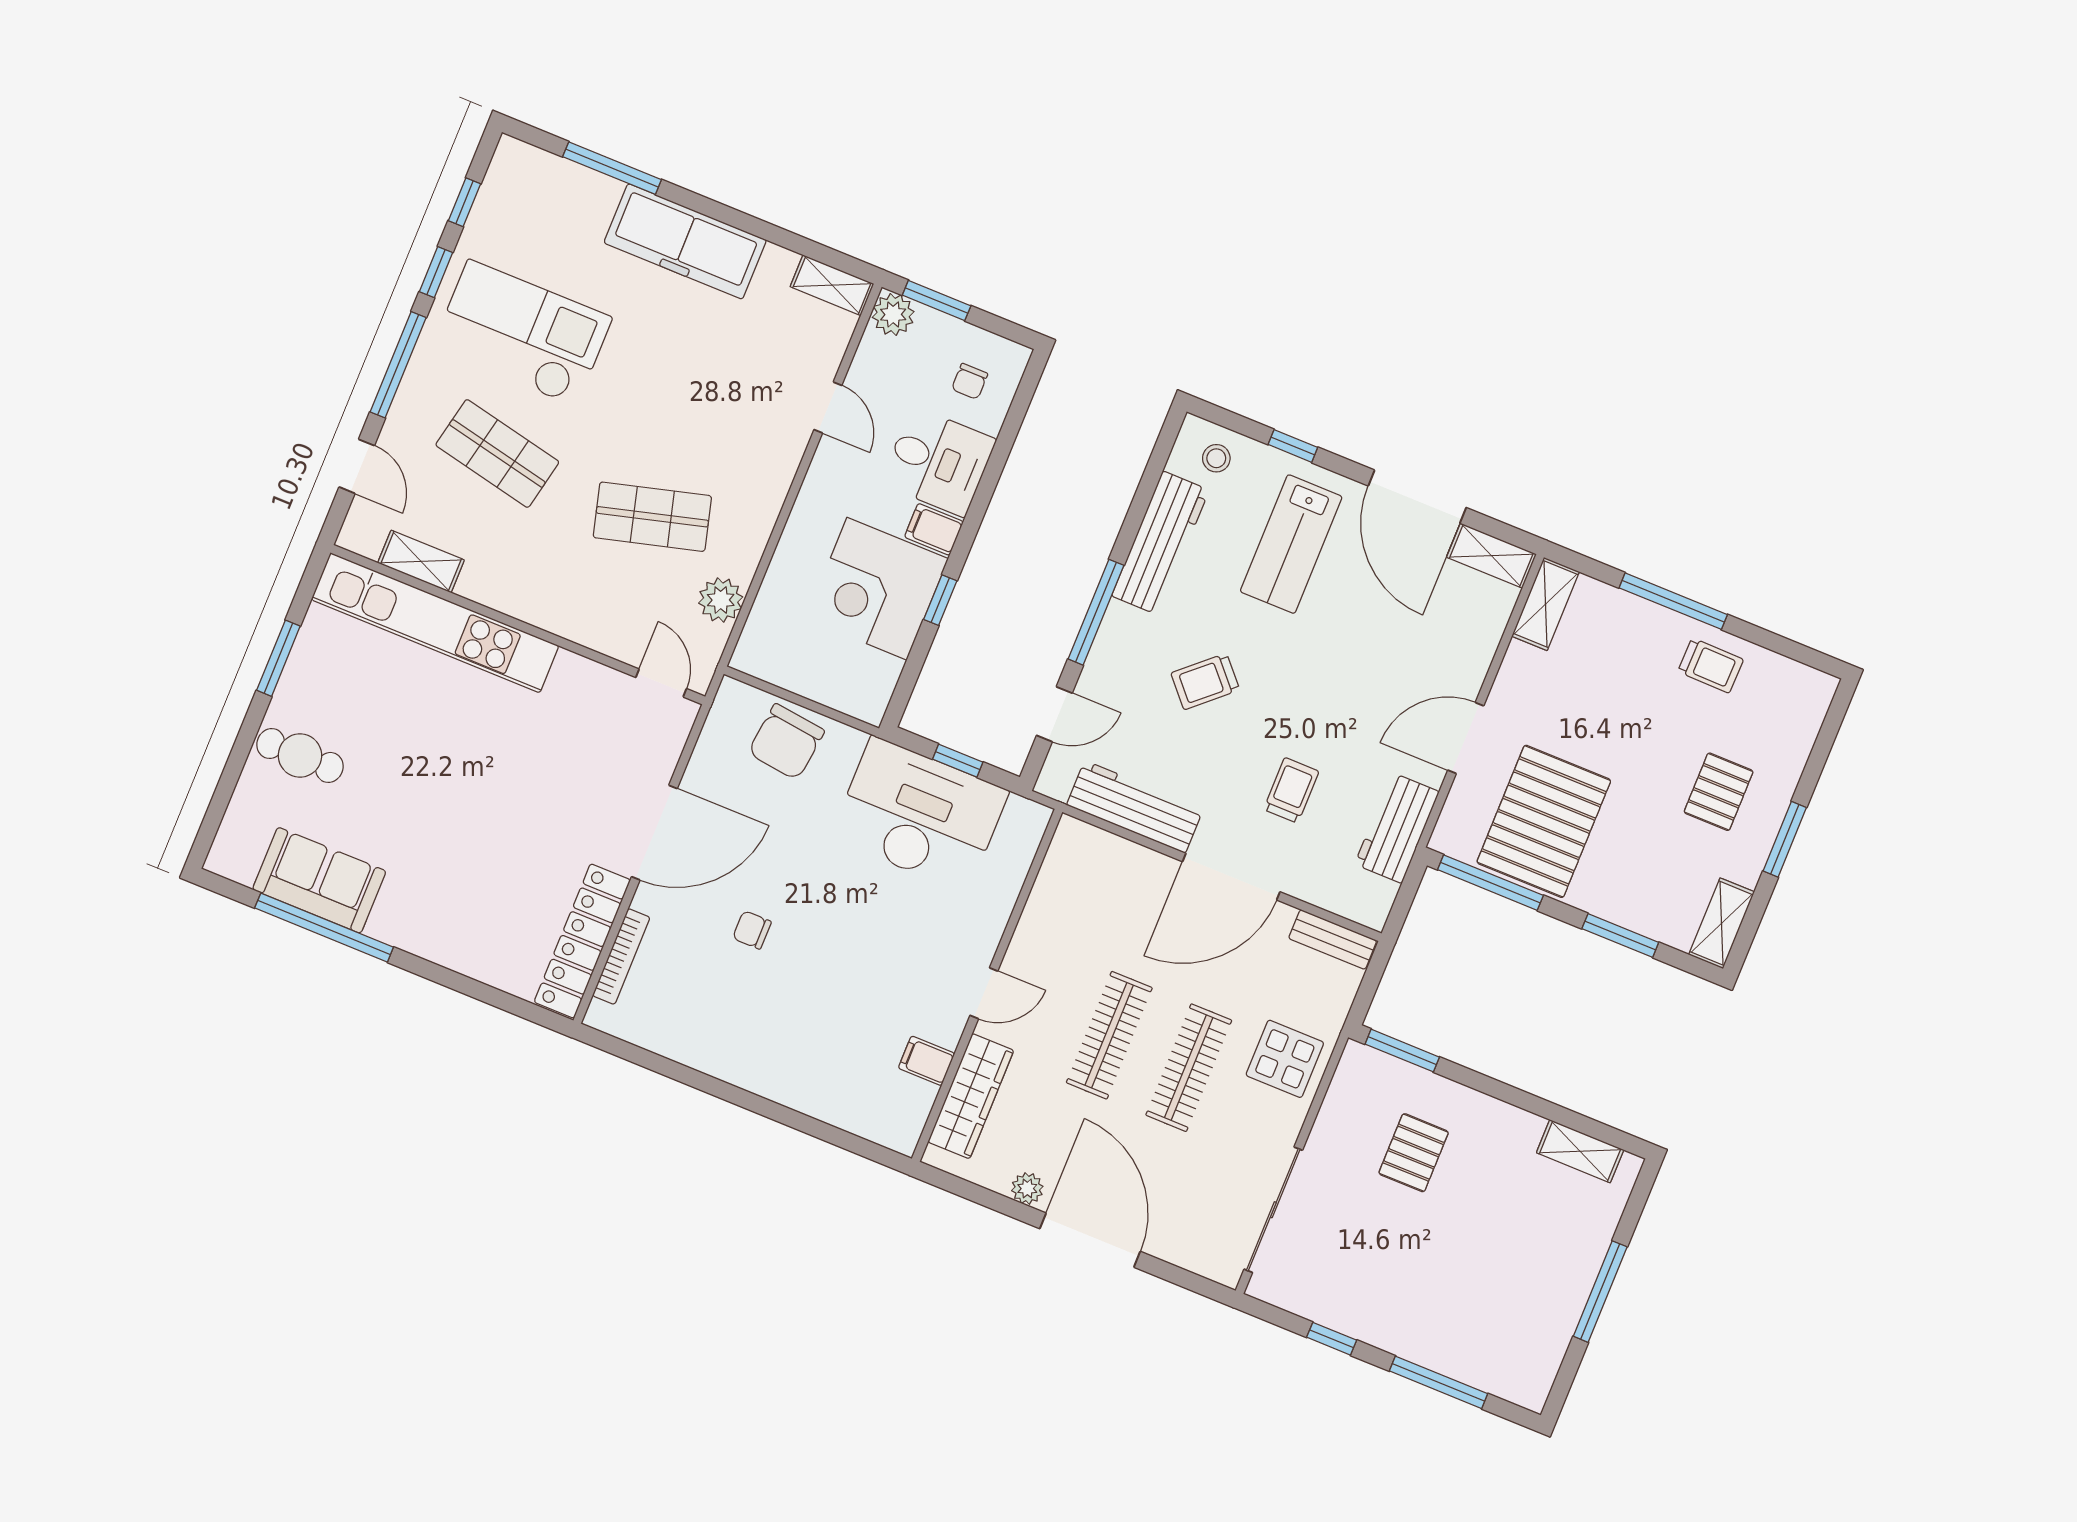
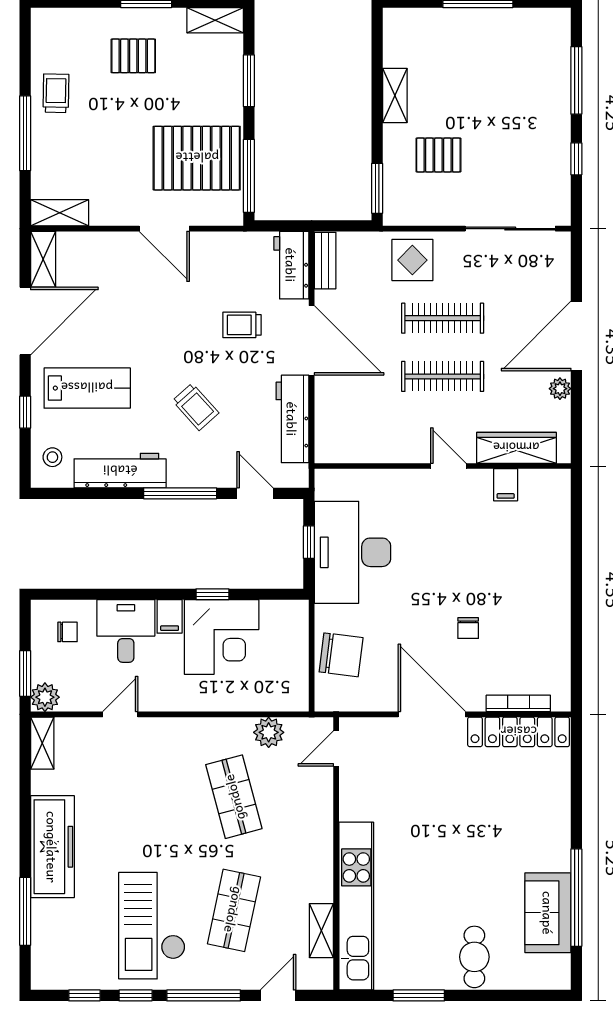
workbench: (1397, 828) -> (291, 265), moved, turned 90
shelving: (1580, 1151) -> (395, 96), moved

